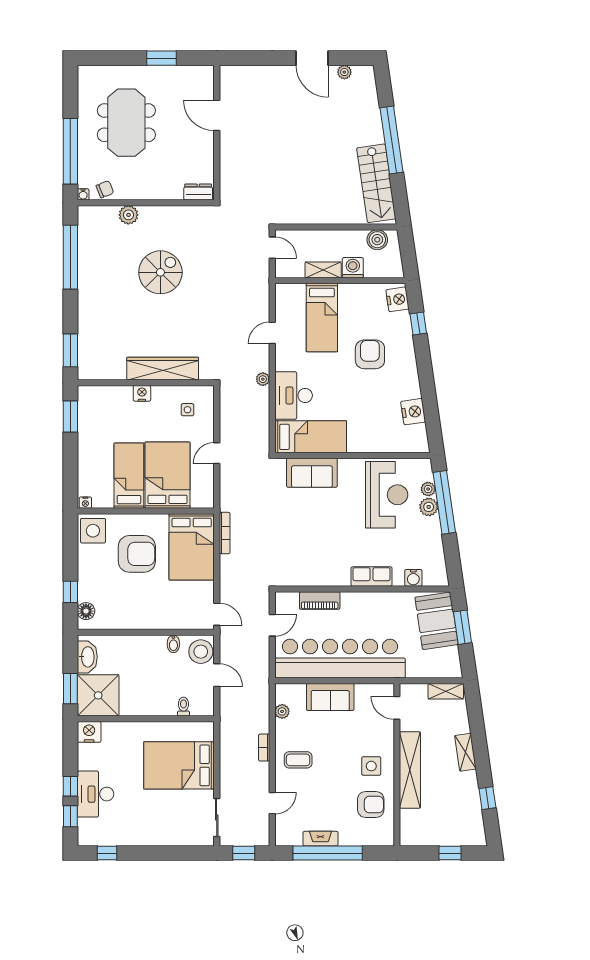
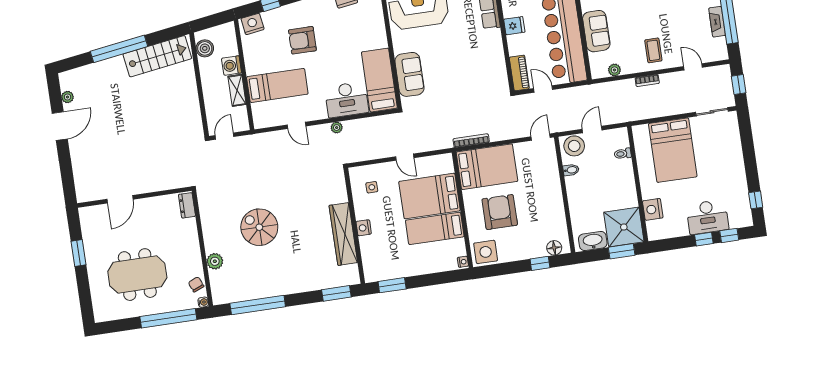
wardrobe: (163, 369) -> (343, 234), moved
piano: (320, 600) -> (519, 73), moved
fridge: (351, 603) -> (514, 26), added
nightstand: (89, 732) -> (653, 209), moved

